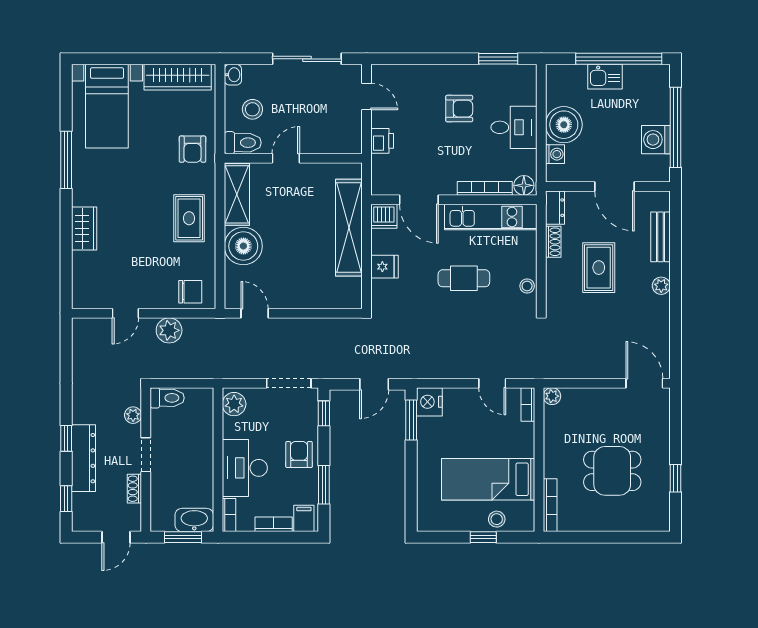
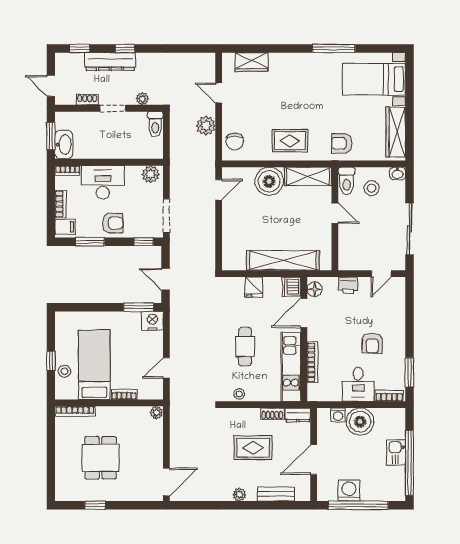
bookcase: (529, 86) -> (389, 396), added
floor lamp: (524, 185) -> (315, 289), moved
wardrobe: (84, 228) -> (251, 62), moved
bookcase: (528, 404) -> (124, 395), moved

